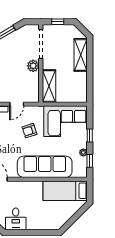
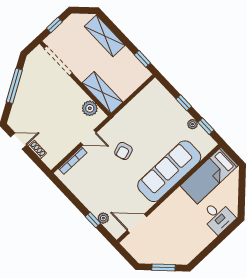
plant: (33, 66) -> (90, 108), moved
window: (90, 88) -> (142, 59), added
door: (17, 104) -> (88, 138), hinge flipped
corner sofa: (66, 121) -> (149, 111), removed
desk: (16, 219) -> (218, 217), moved

